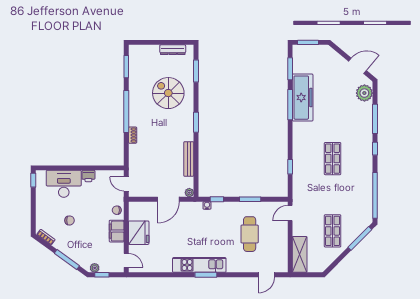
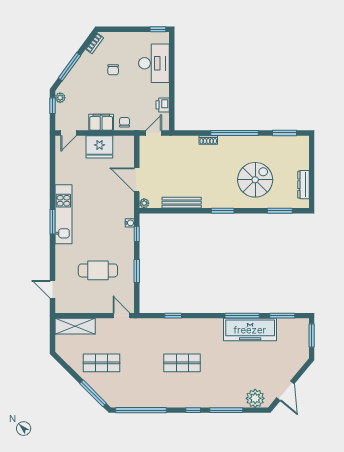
printer: (88, 176) -> (163, 105), moved

